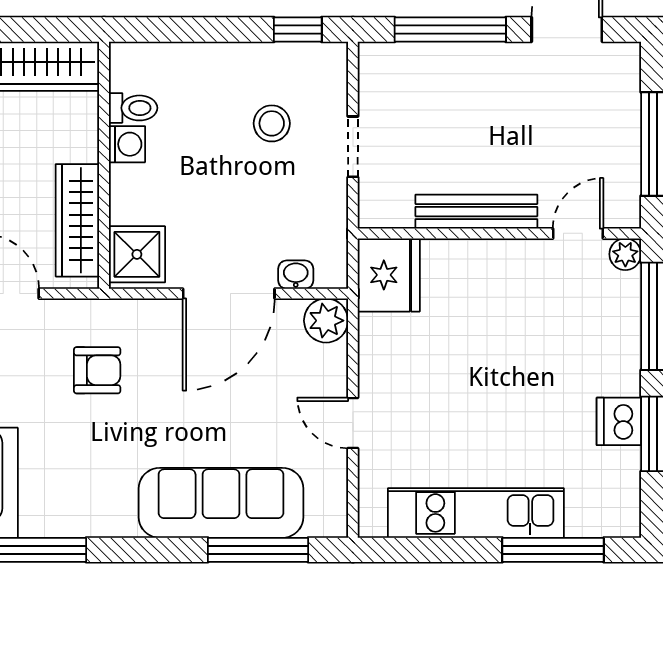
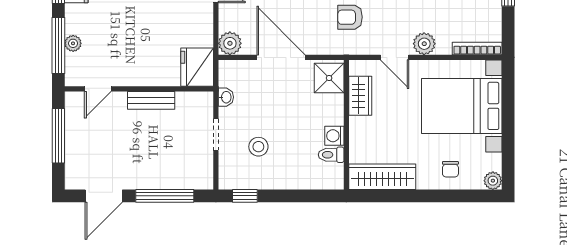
bench: (476, 212) -> (151, 100), width x0.73
wardrobe: (77, 220) -> (360, 96), width x0.67
plant: (625, 254) -> (73, 43), moved
washbasin: (296, 275) -> (226, 97), moved, turned -90
door: (229, 294) -> (281, 57), hinge flipped

